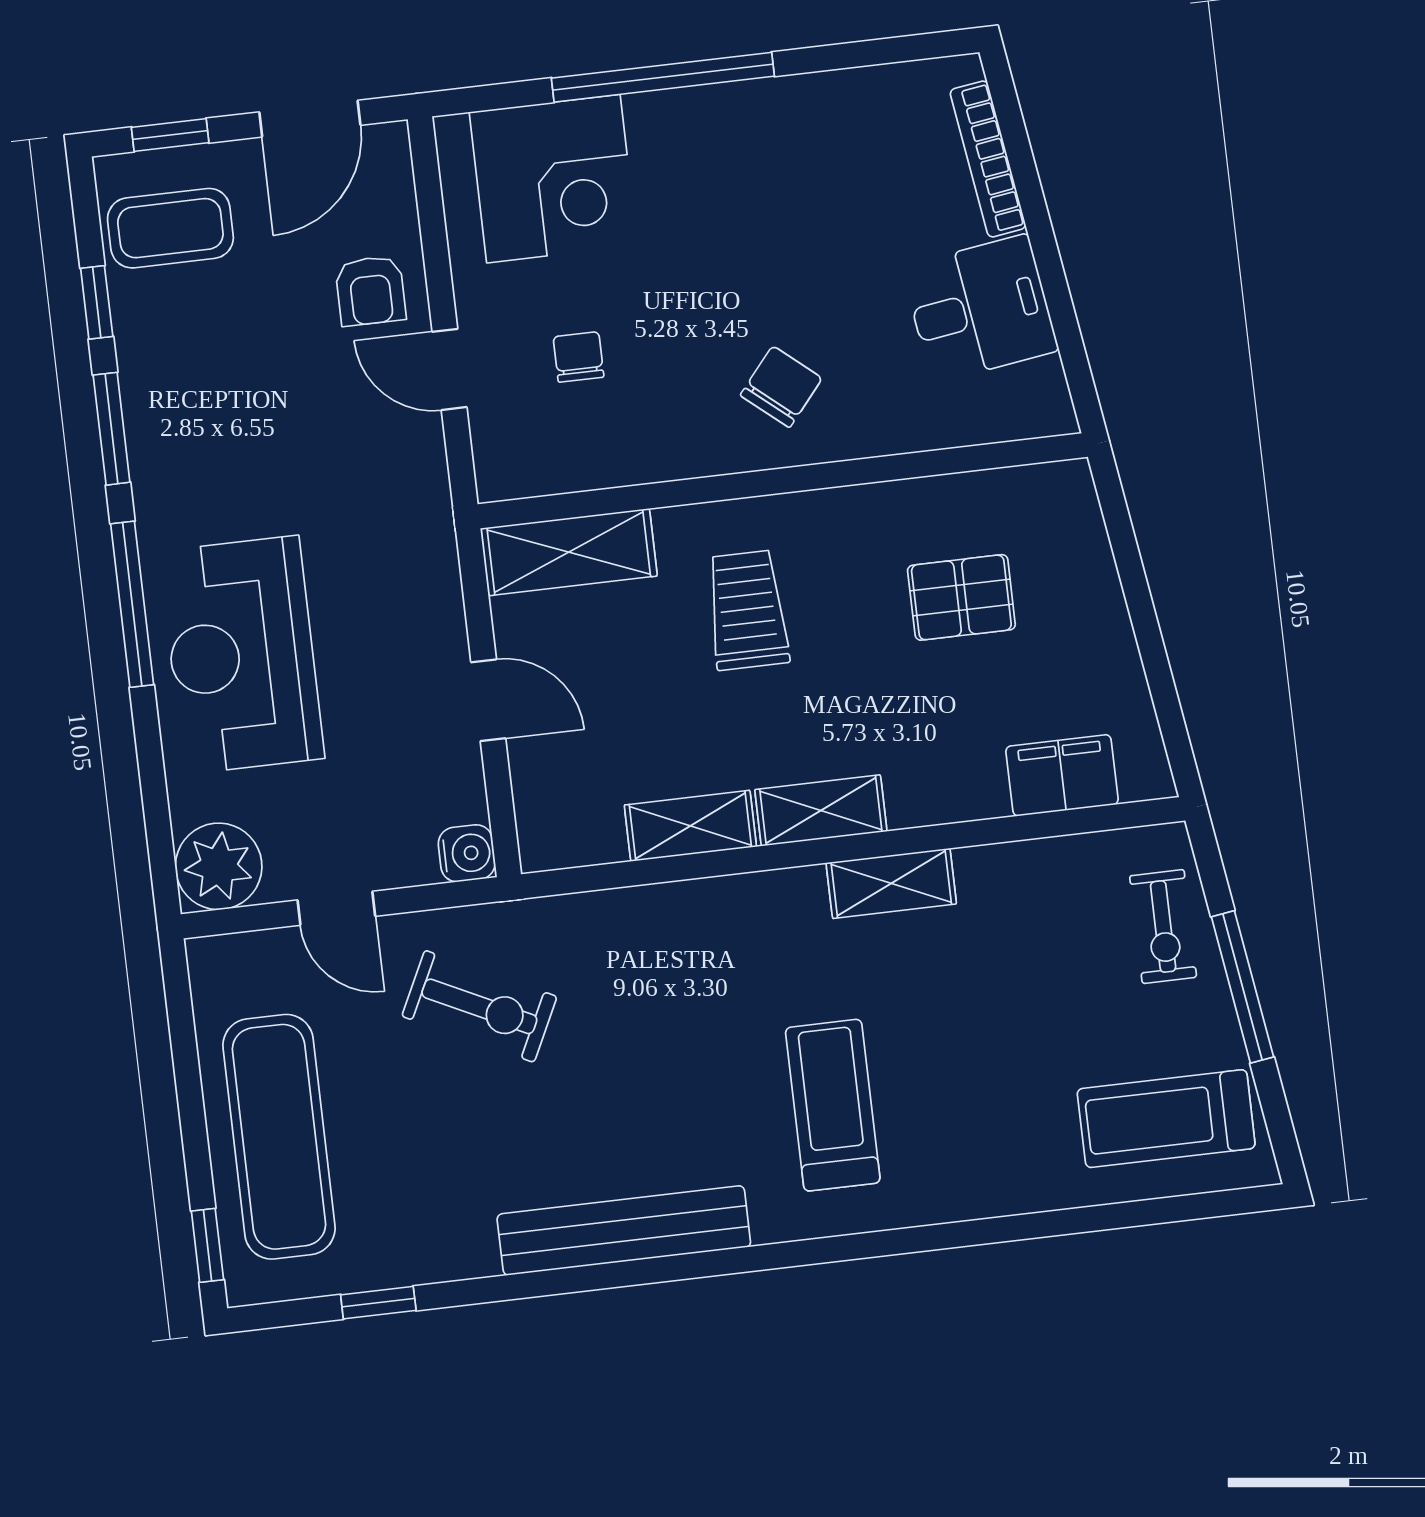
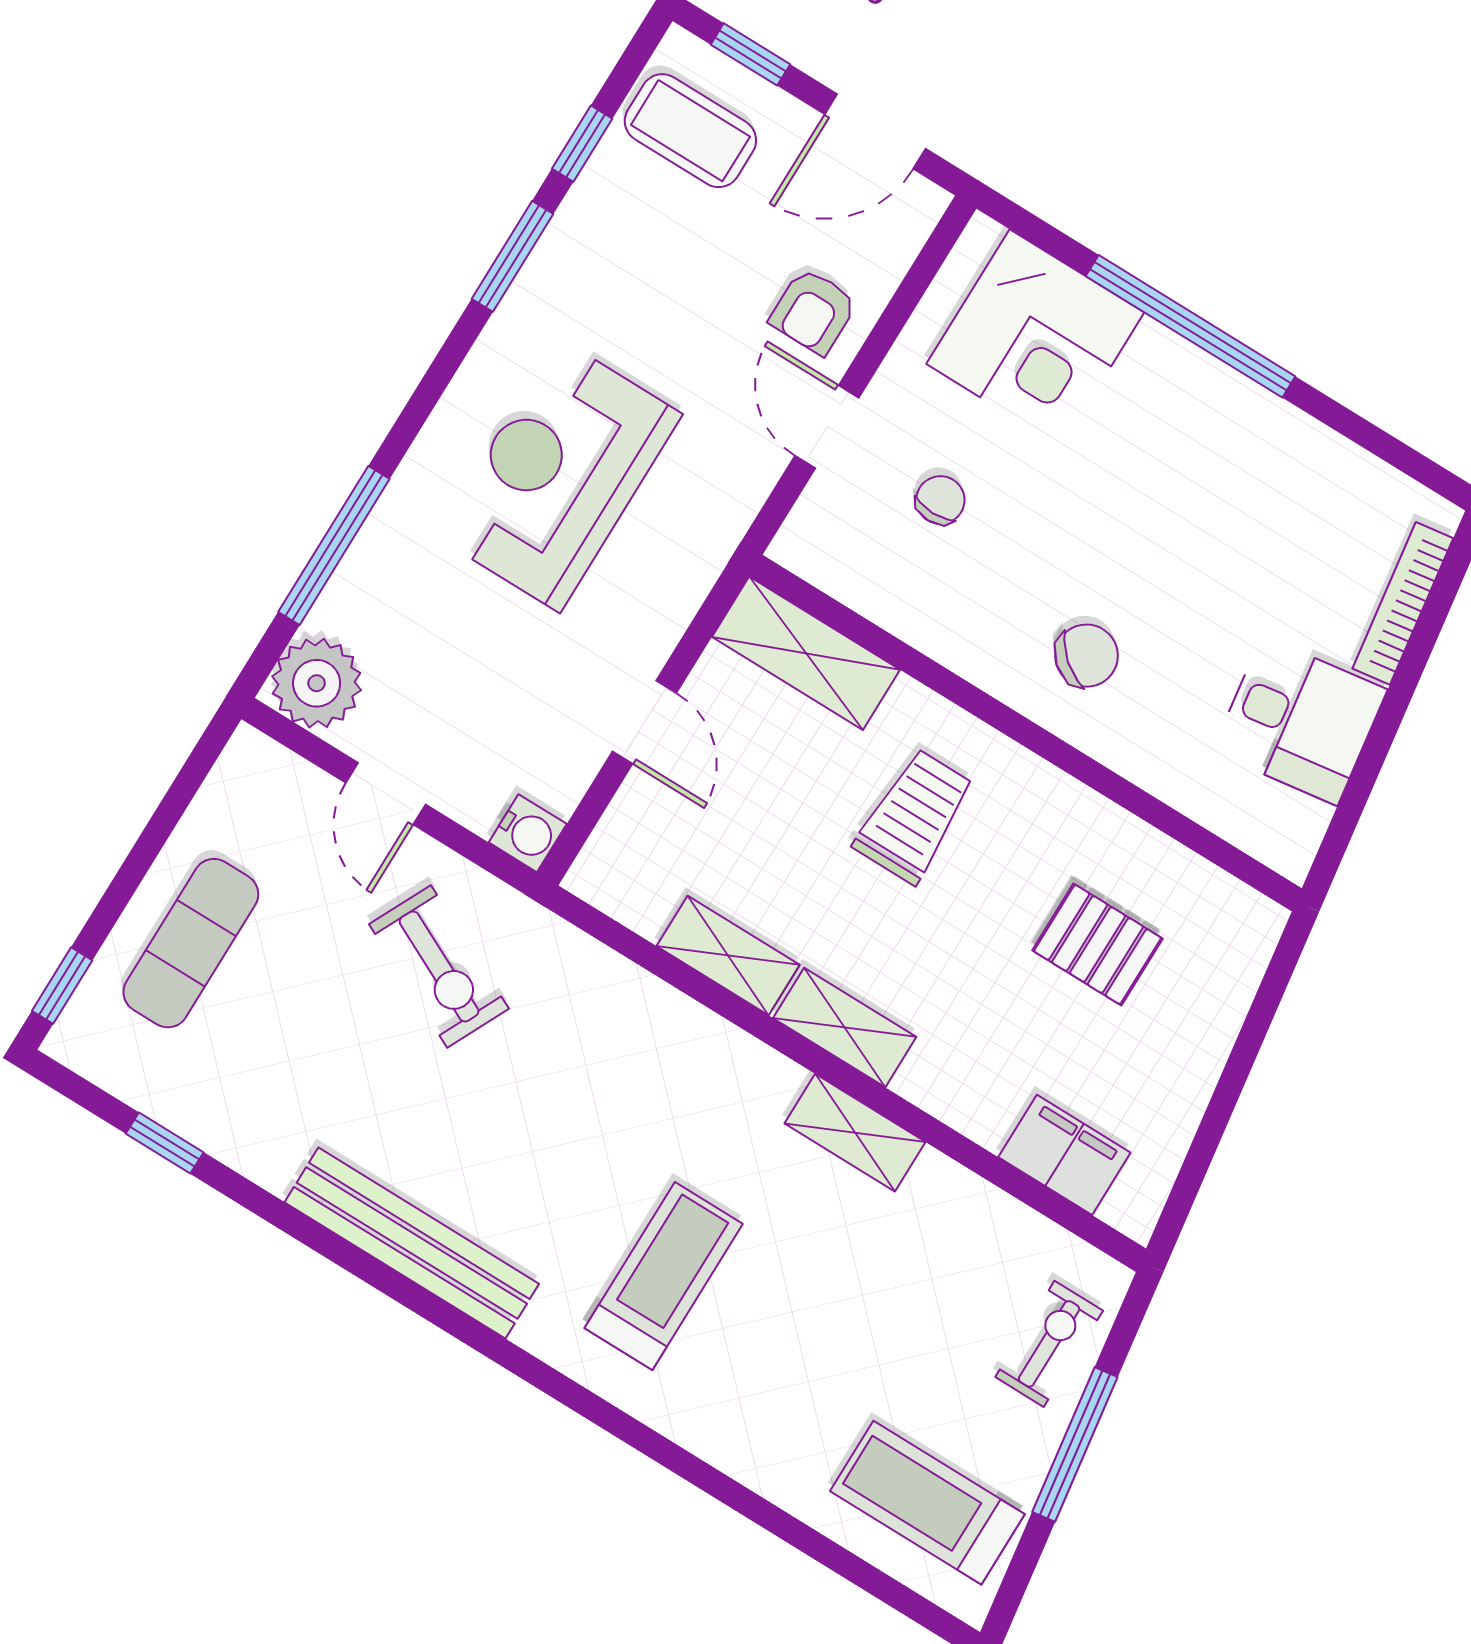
window: (132, 604) -> (334, 545), moved
reception desk: (242, 655) -> (559, 475), moved
exercise bike: (1163, 927) -> (1049, 1344), turned 180
exercise mat: (279, 1137) -> (191, 943), width x0.73, depth x0.69

